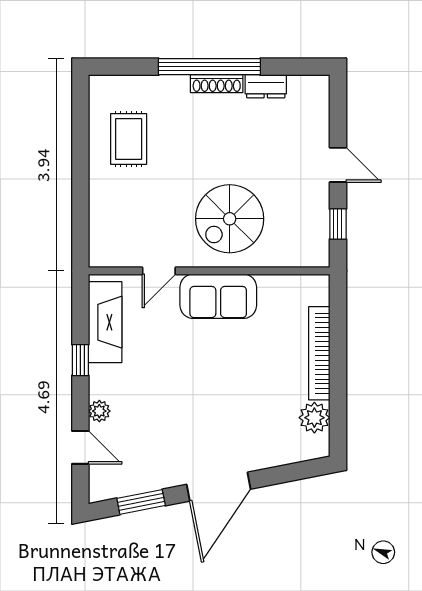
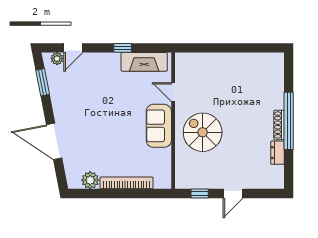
rug: (129, 139) -> (248, 75), removed
plant: (99, 411) -> (57, 59), moved
door: (219, 487) -> (54, 141), moved

